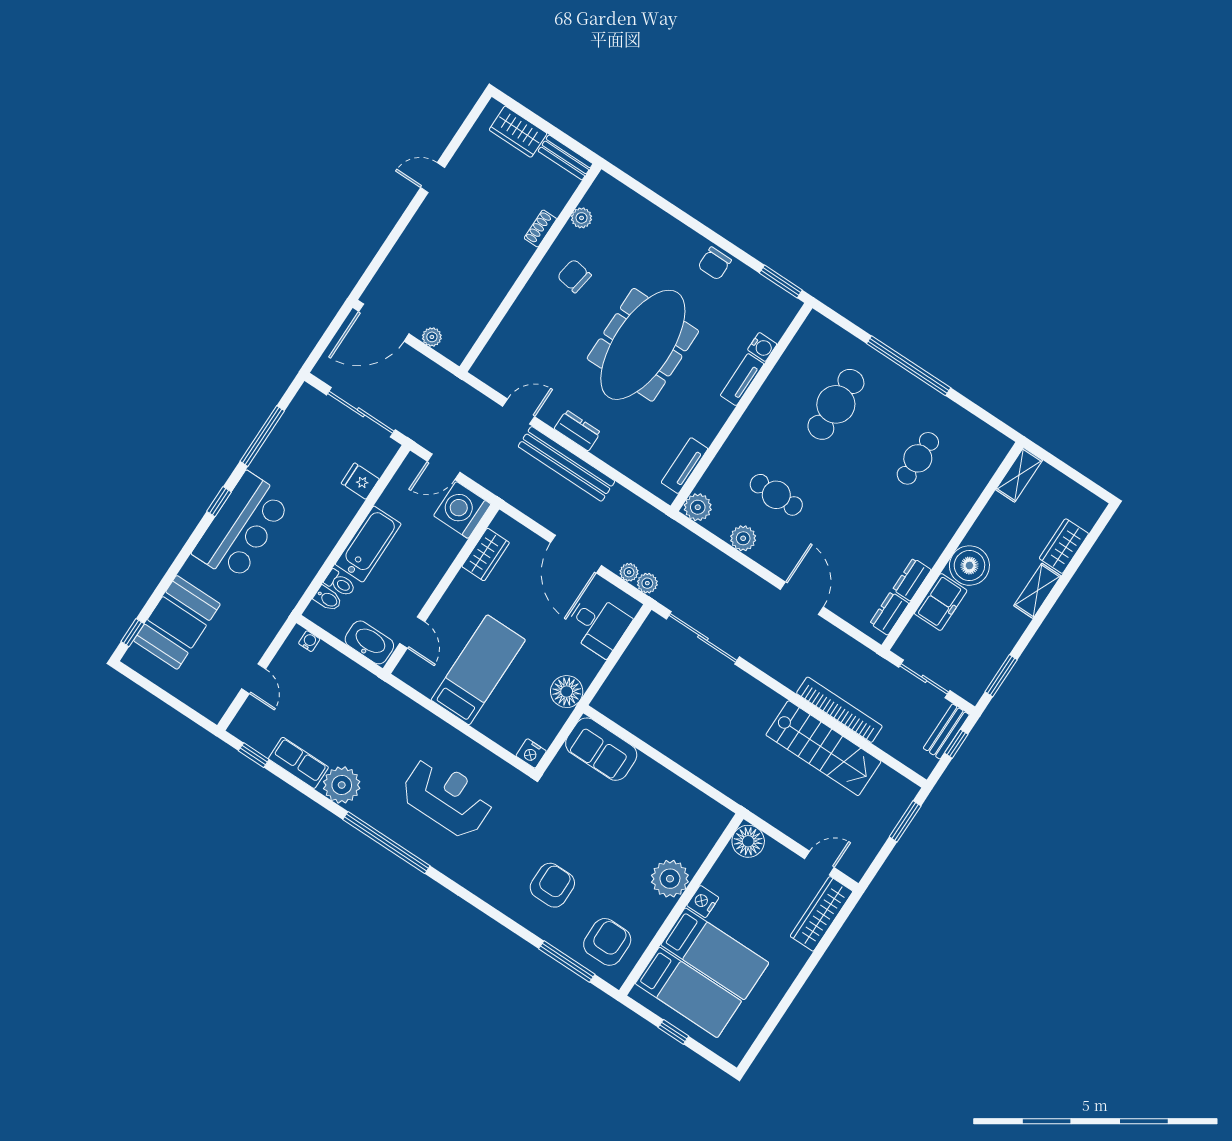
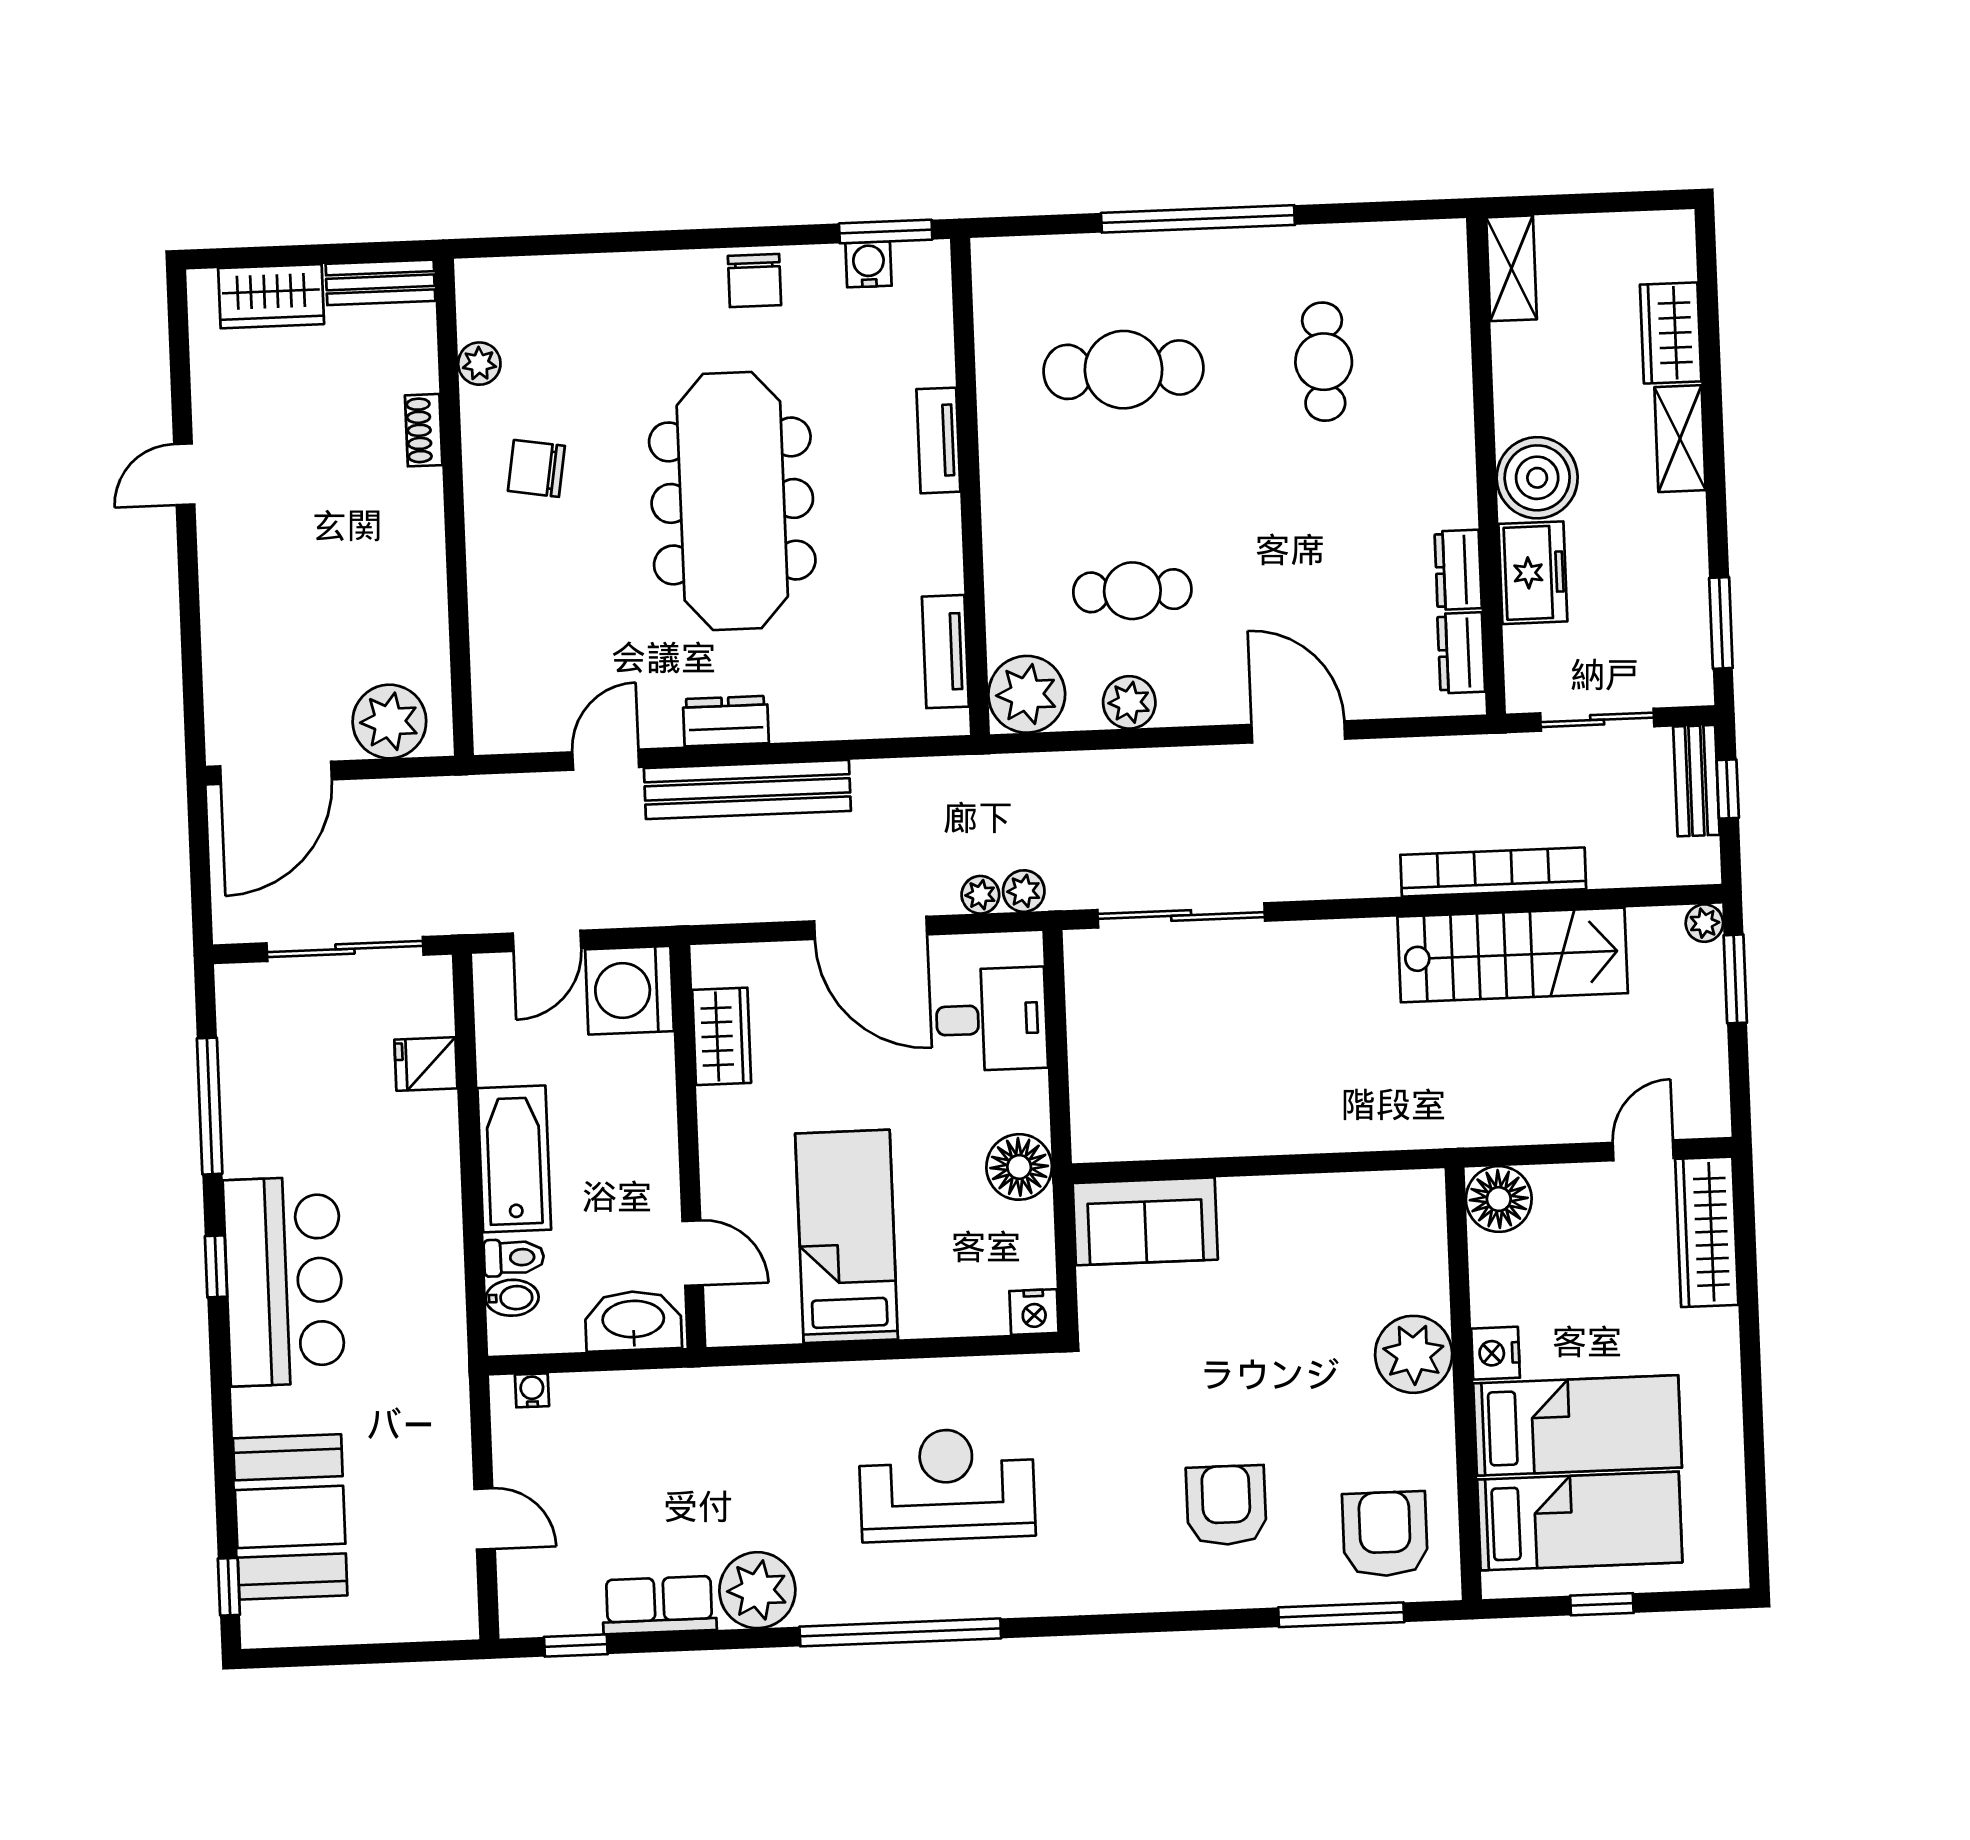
plant: (432, 337) -> (389, 722), width x1.87, depth x1.87
water cooler: (762, 347) -> (869, 264), moved, turned -90
cafe table: (836, 404) -> (1123, 370), turned 90
plant: (698, 507) -> (1027, 694), width x1.36, depth x1.36
plant: (909, 790) -> (1704, 923), added

